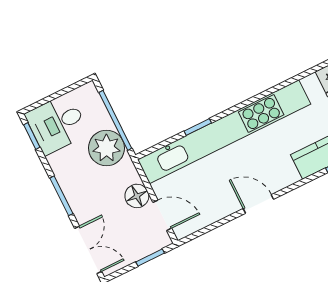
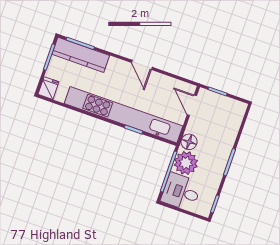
desk: (57, 124) -> (181, 192), moved, turned 180
floor lamp: (137, 196) -> (189, 142), moved
double door: (88, 250) -> (243, 124), removed

